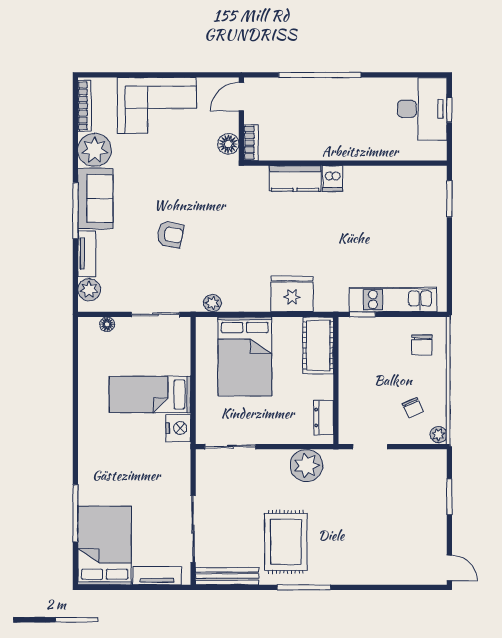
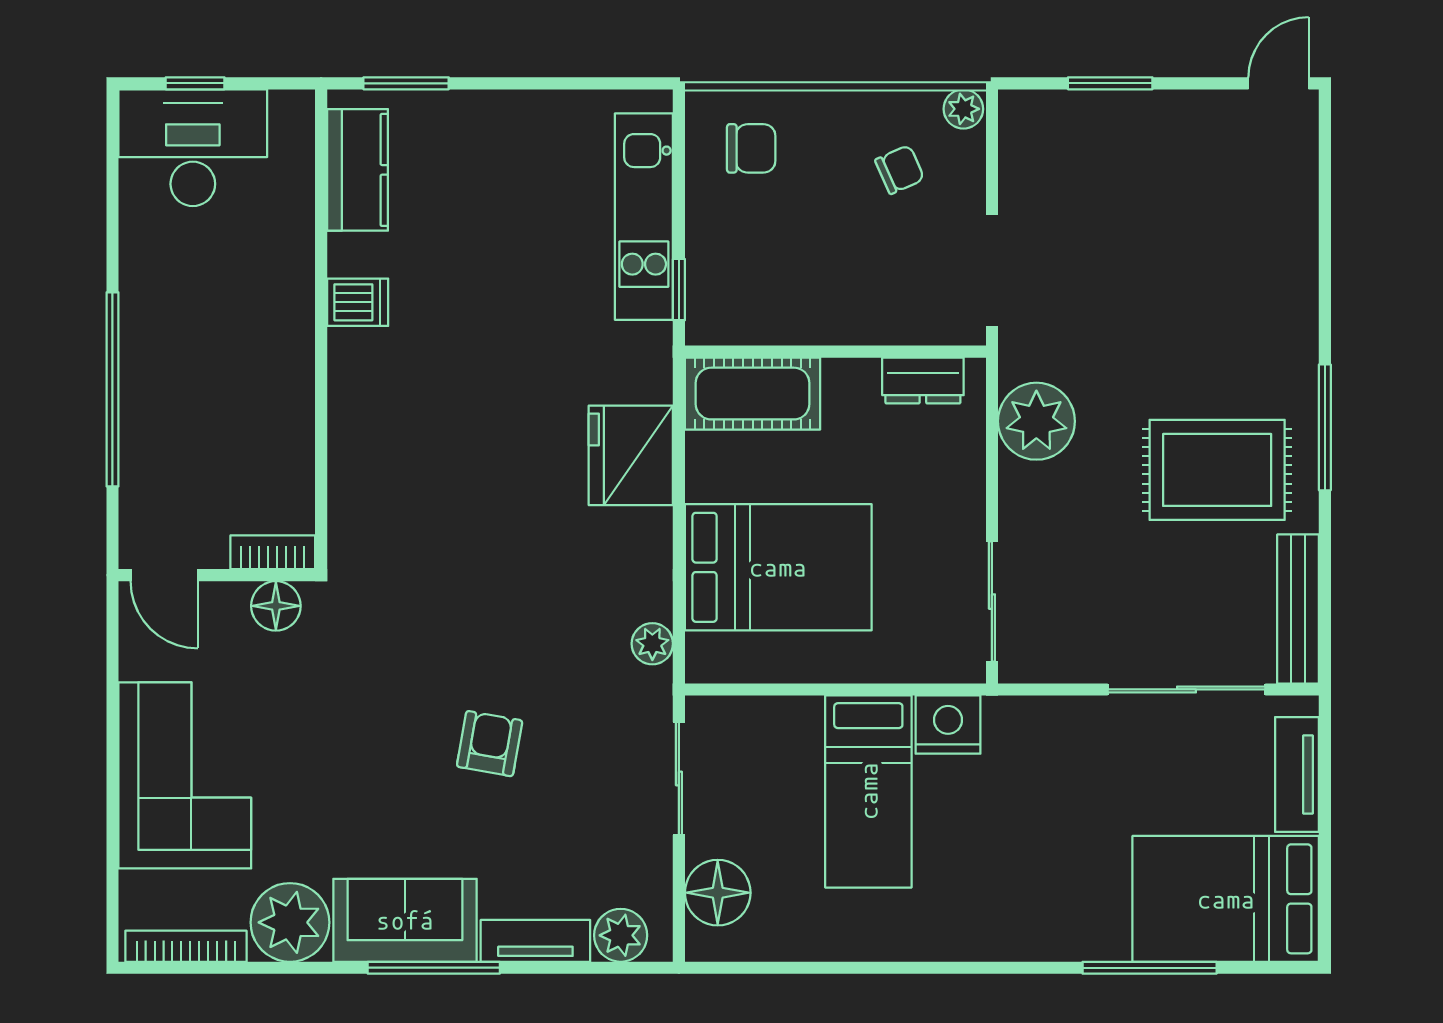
kitchen counter: (295, 179) -> (358, 170), moved
dishwasher: (332, 179) -> (358, 302), moved
floor lamp: (107, 324) -> (718, 893), width x1.89, depth x1.89
doorway: (370, 447) -> (992, 270), width x1.38

